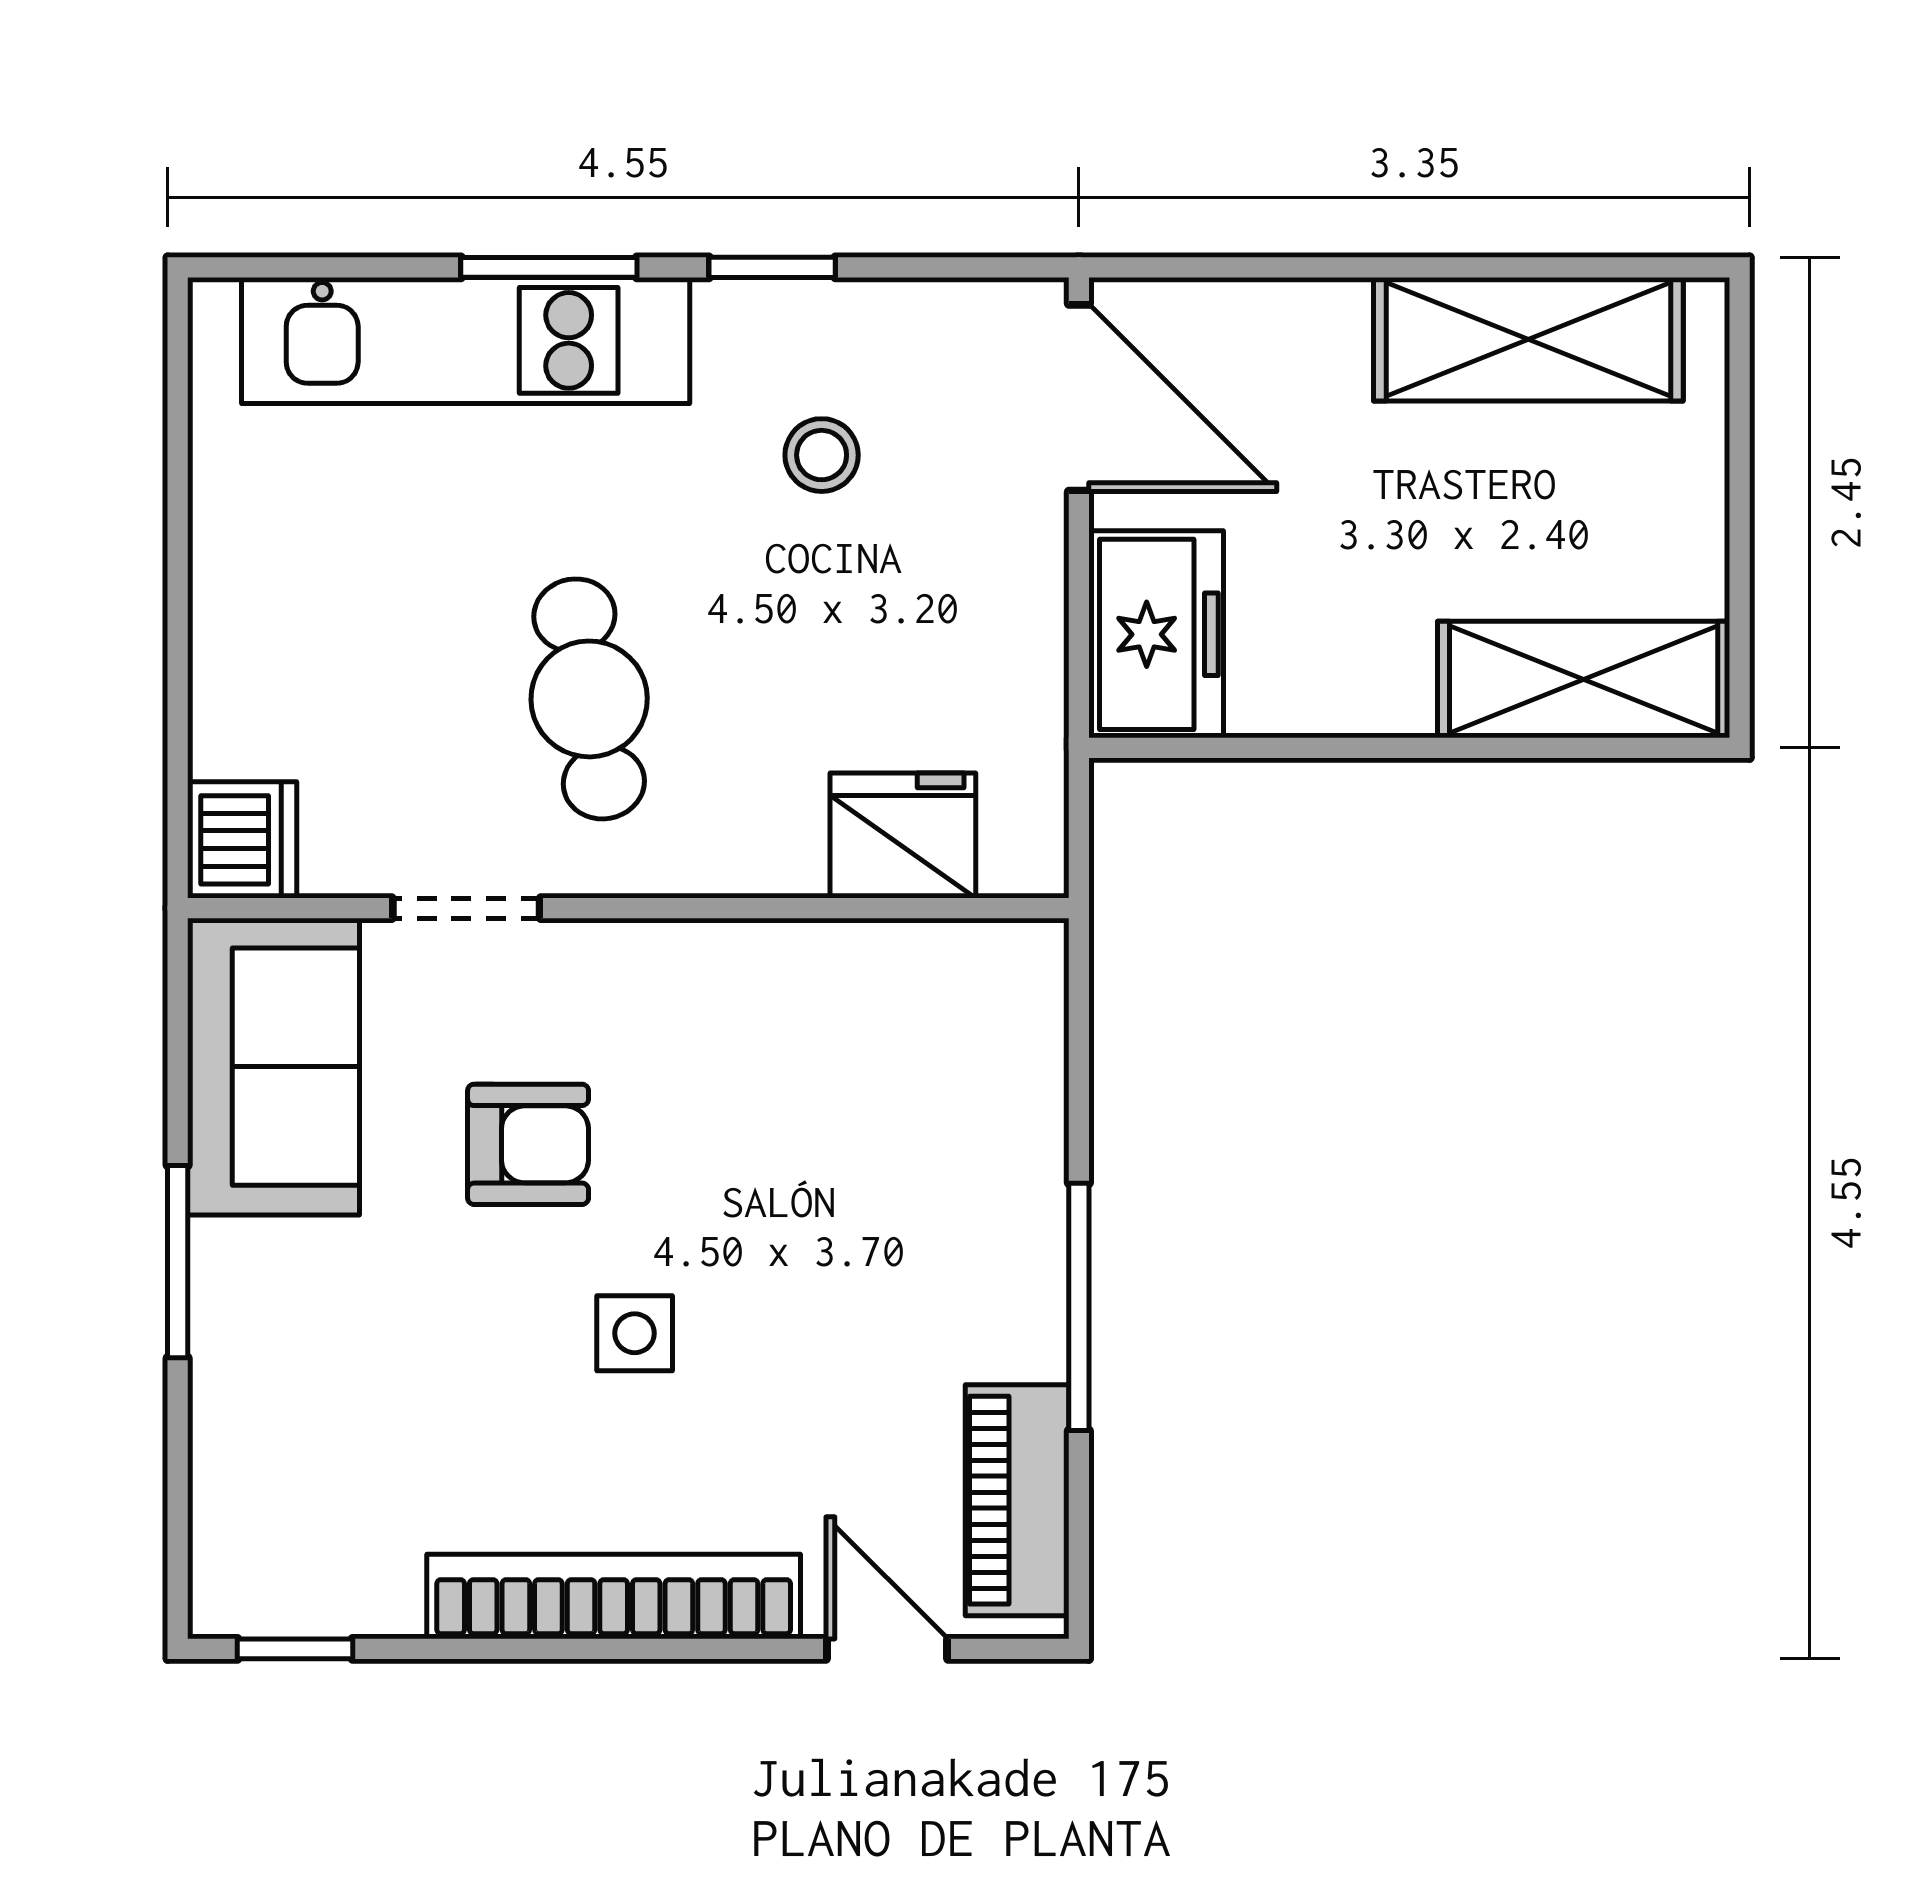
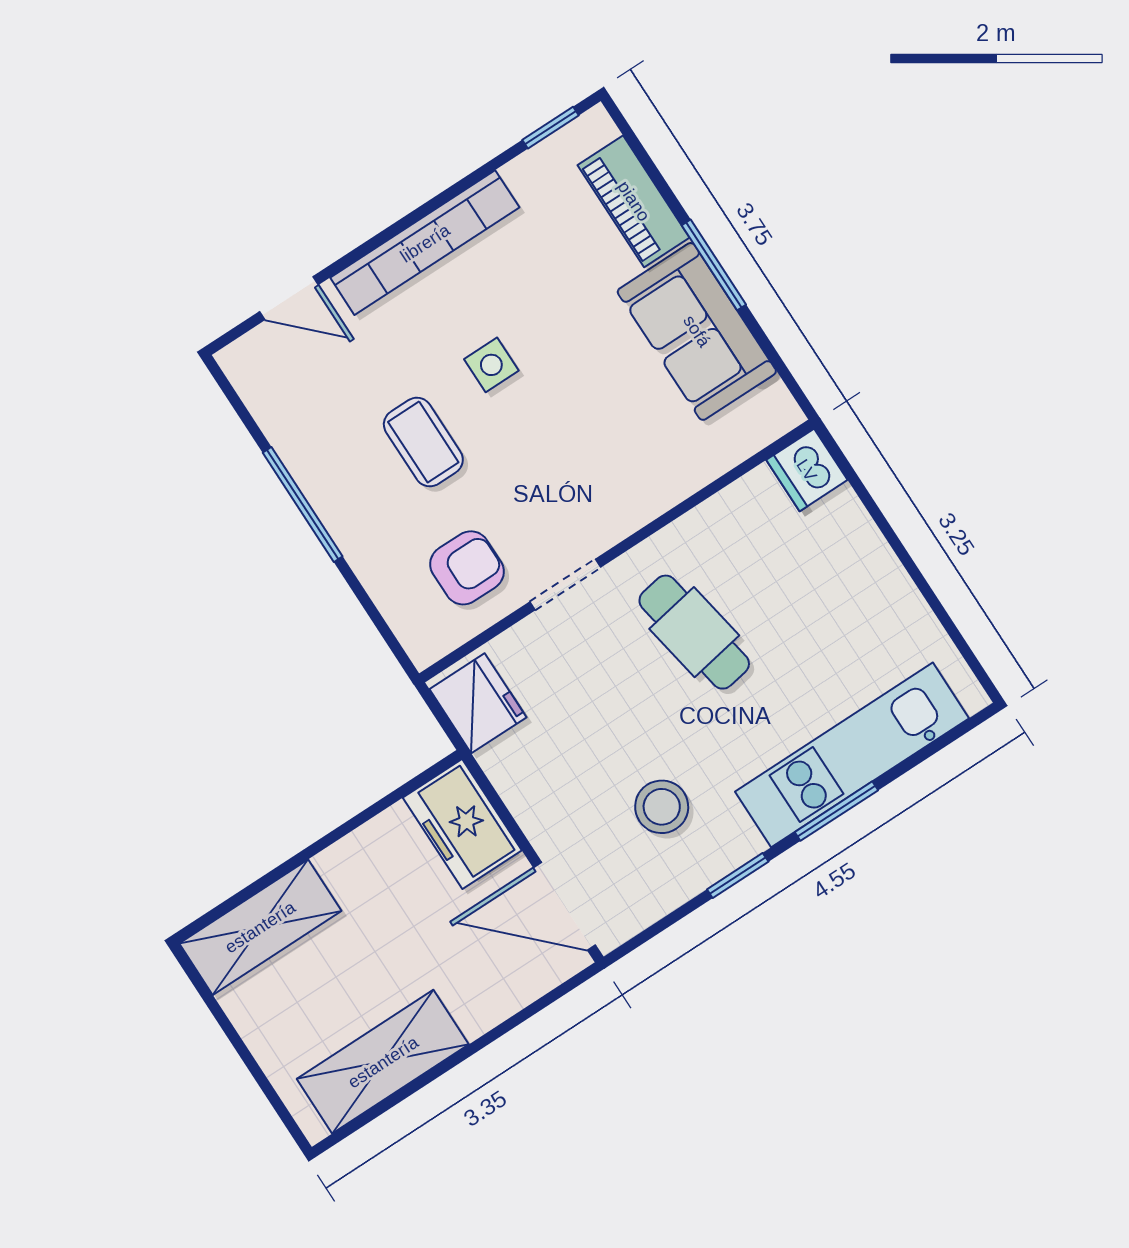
stool: (822, 455) -> (662, 807), width x1.37, depth x1.37
fridge: (903, 835) -> (478, 703), moved, turned -90
doorway: (466, 908) -> (565, 584), moved
sofa: (274, 1067) -> (697, 331), moved
armchair: (528, 1144) -> (467, 568), moved, turned 180
coffee table: (823, 1281) -> (423, 442), added
piano: (1017, 1500) -> (634, 201), moved, turned 180

